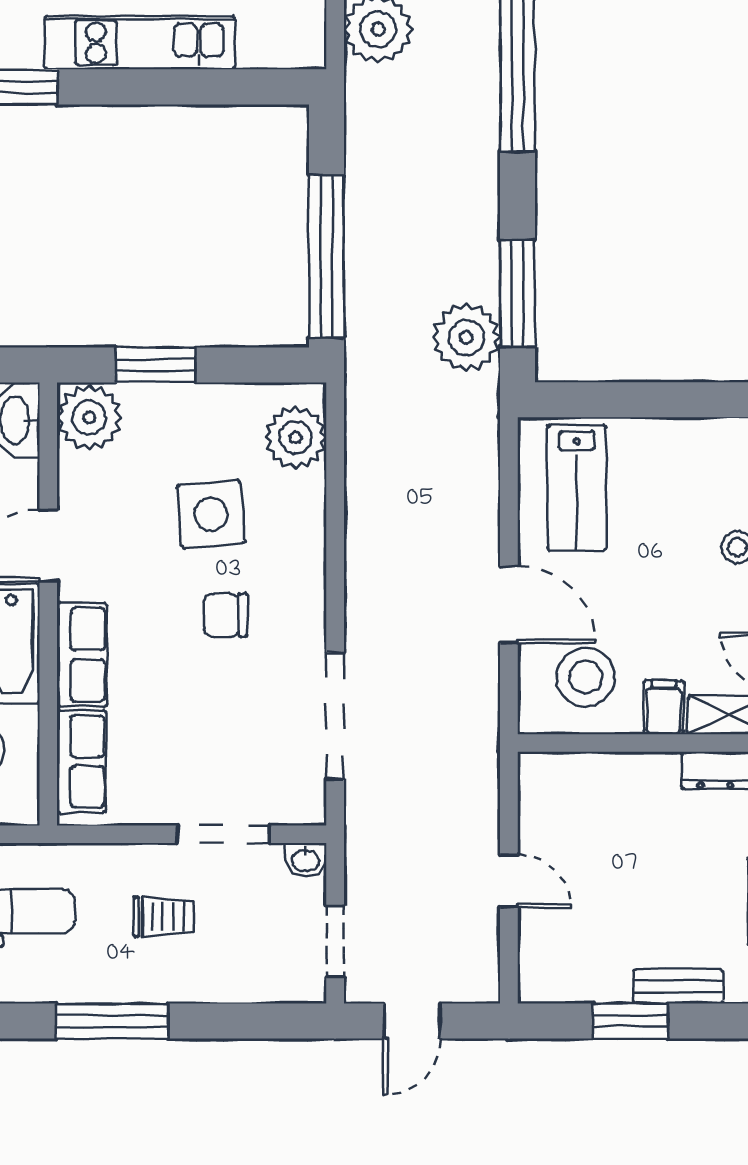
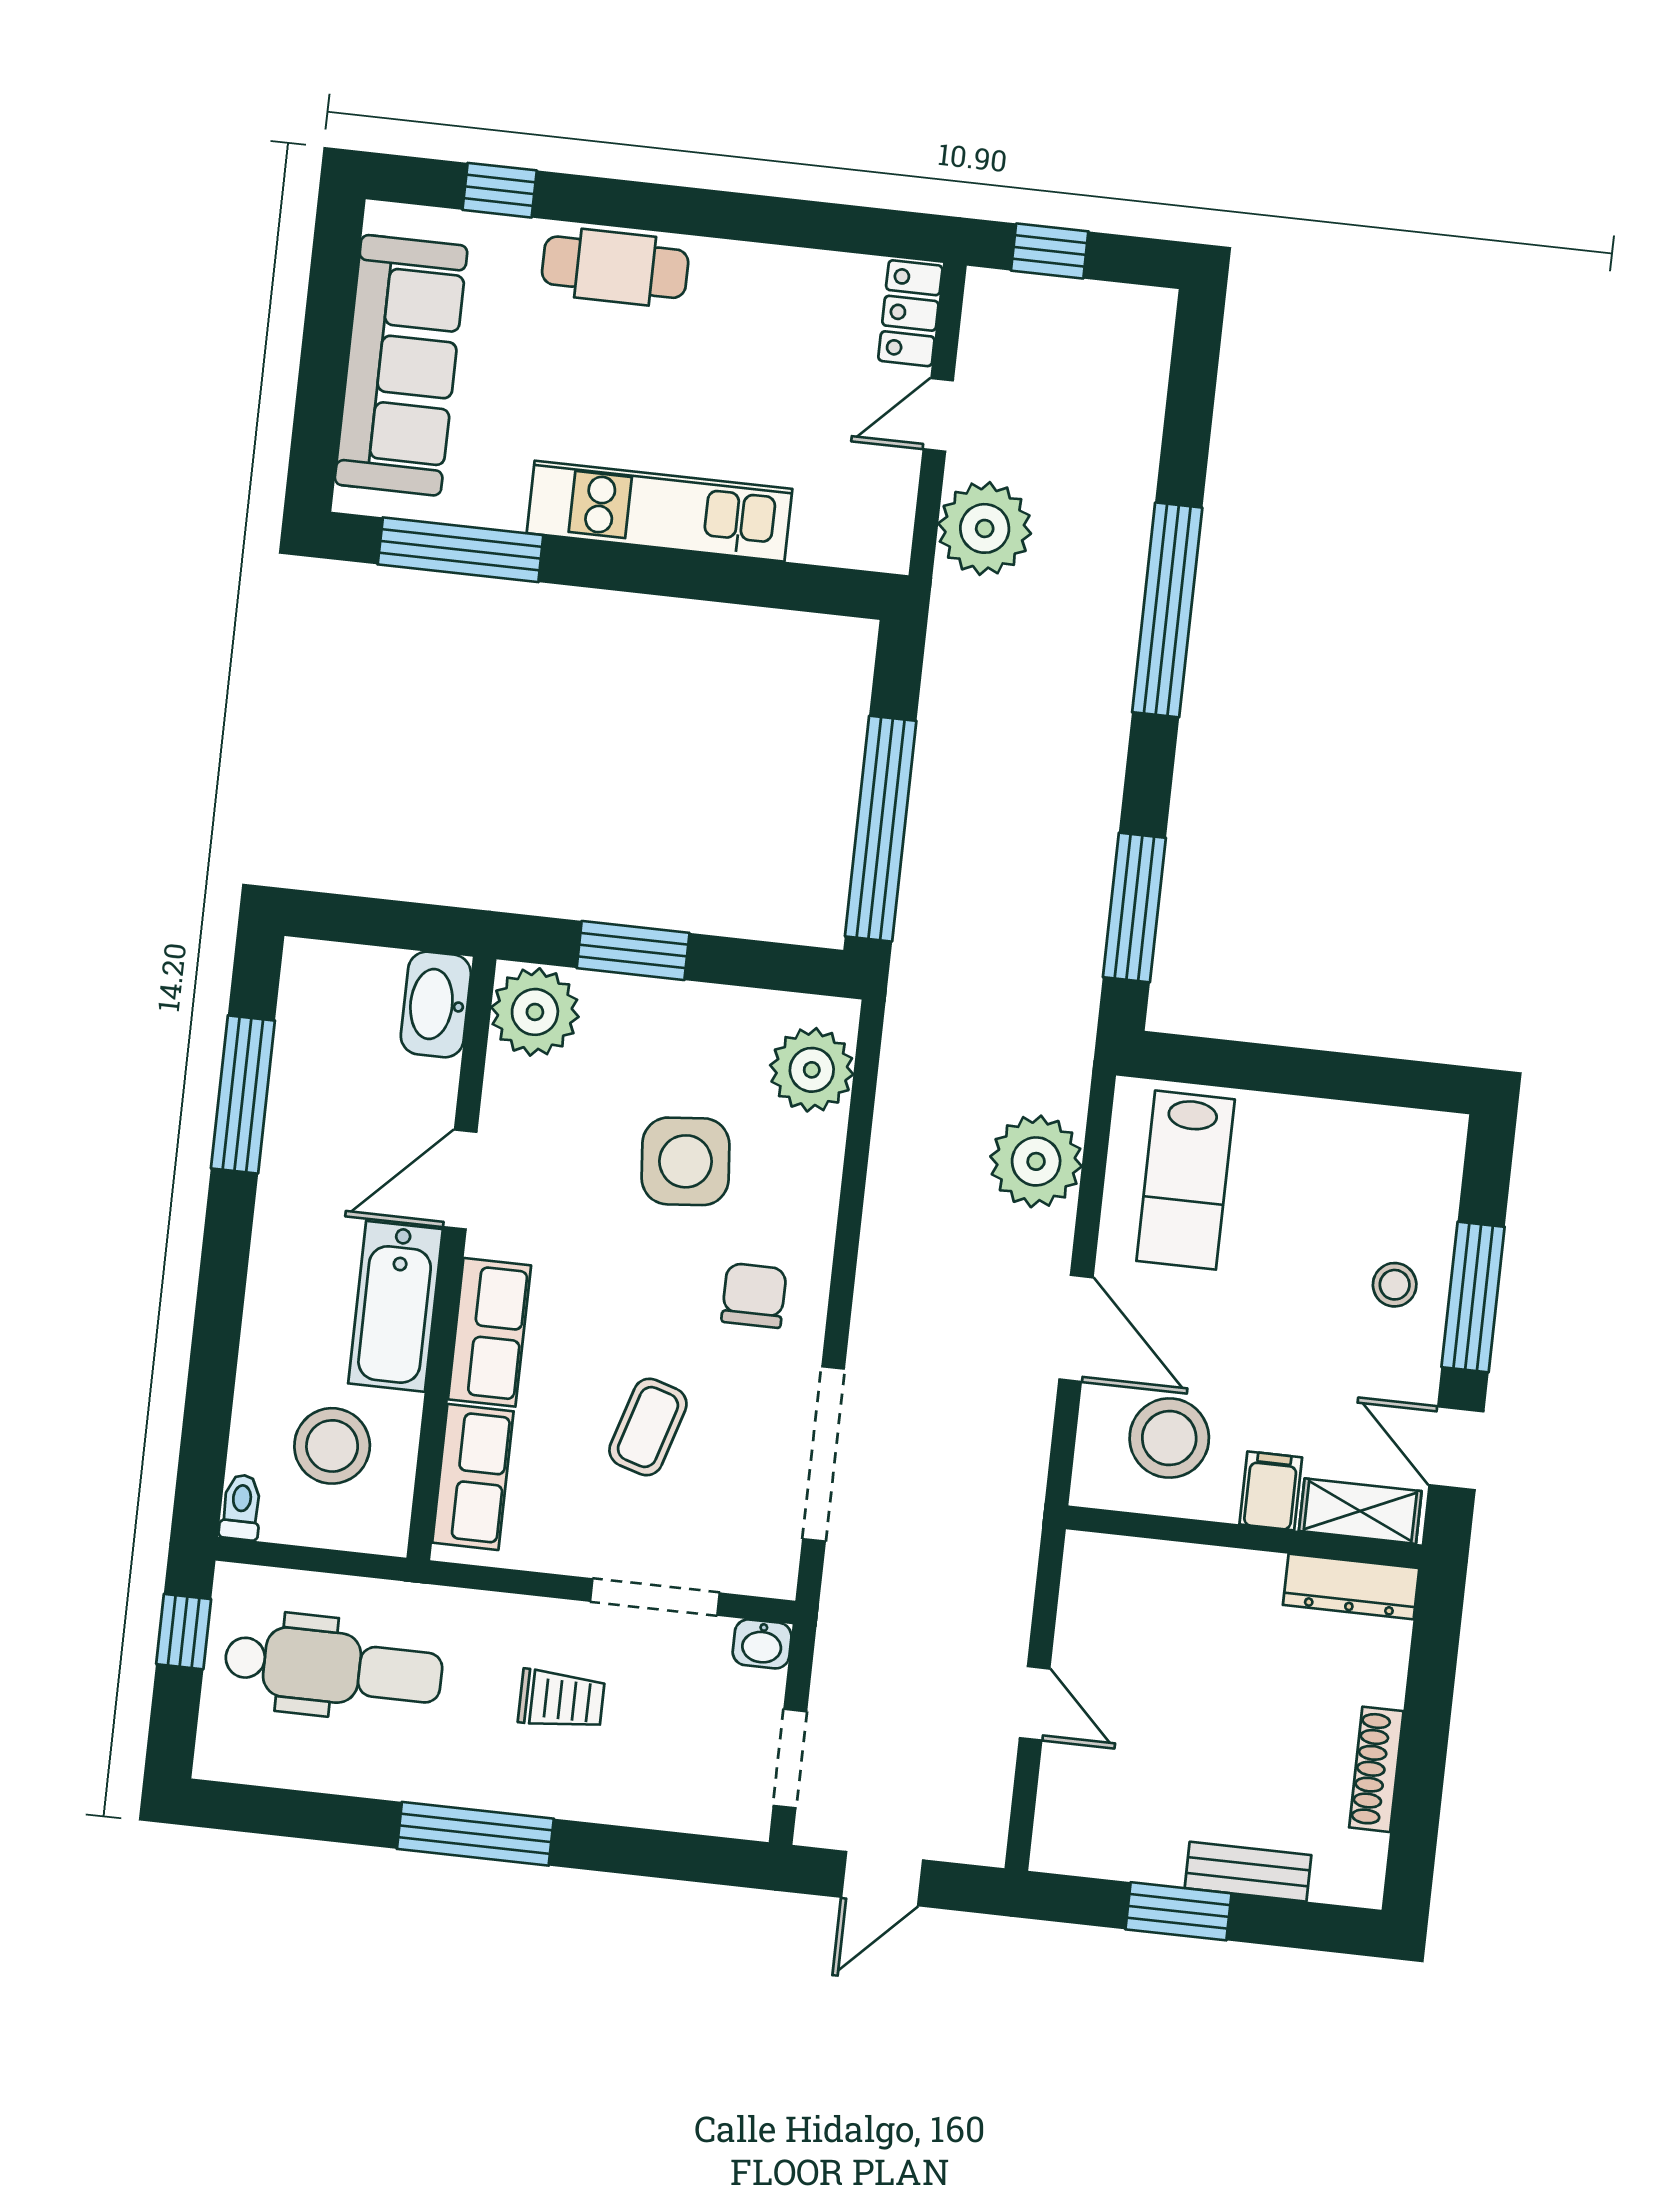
plant: (466, 337) -> (1036, 1161), moved
chair: (226, 615) -> (754, 1295), moved, turned 90
coffee table: (205, 711) -> (648, 1427), added

